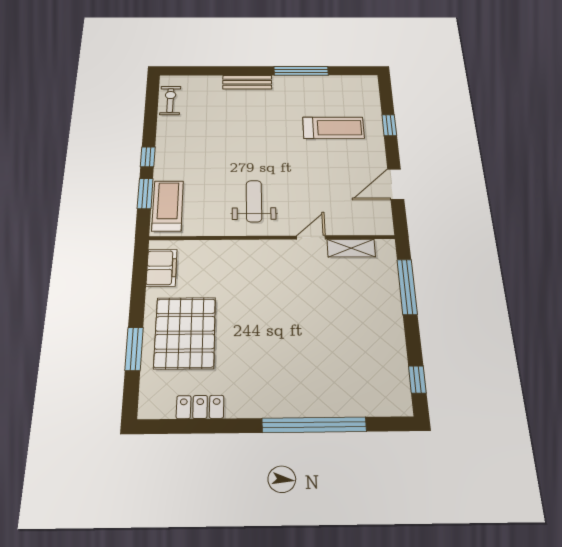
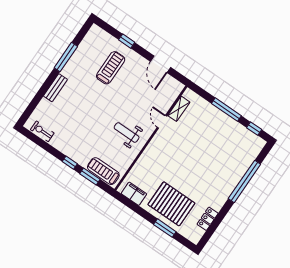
window: (407, 287) -> (226, 110), moved

